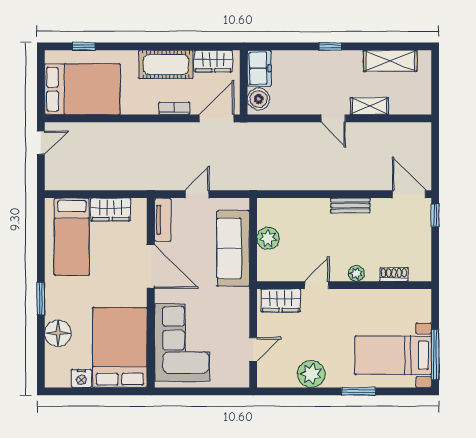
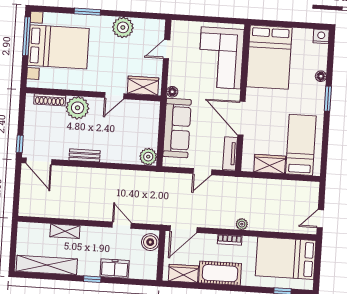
shelving: (390, 61) -> (47, 265), width x1.47
freezer: (259, 68) -> (115, 269), moved, turned 90
bookcase: (174, 108) -> (230, 240), moved
door: (333, 118) -> (122, 225), moved
plant: (142, 130) -> (242, 224), added
plant: (268, 238) -> (148, 157), moved
plant: (356, 273) -> (78, 108), width x1.88, depth x1.88
shoe rack: (394, 275) -> (50, 100), width x1.43
floor lamp: (242, 295) -> (172, 92), added
floor lamp: (58, 333) -> (321, 76), width x0.53, depth x0.53
bed with nightstands: (393, 355) -> (58, 47), width x1.36
nightstand: (81, 378) -> (321, 36), moved

